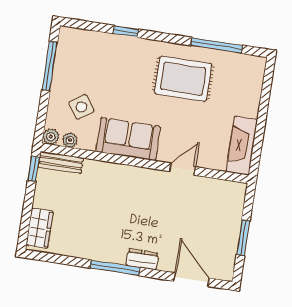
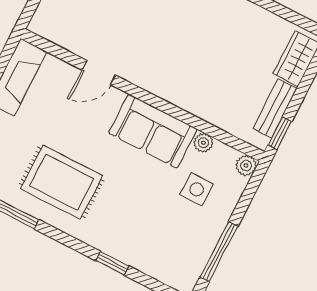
side table: (81, 107) -> (197, 189), turned 36
plant: (70, 140) -> (203, 143), moved
bench: (61, 163) -> (275, 108), moved, turned 90

